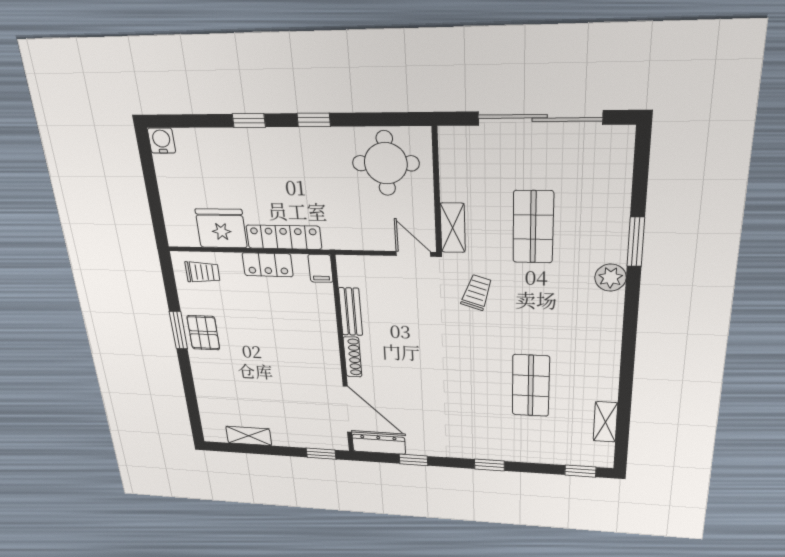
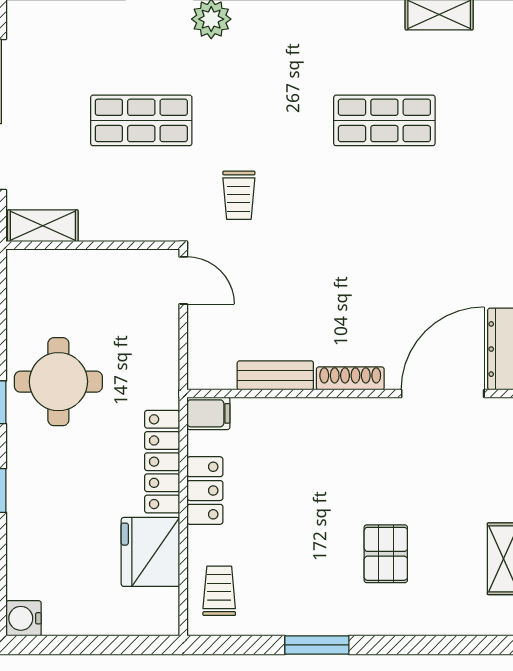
round table: (386, 163) -> (58, 382), moved
shelving: (453, 228) -> (43, 226), moved
door: (413, 254) -> (183, 280), swing flipped
trolley: (477, 292) -> (239, 195), turned -108
pallet: (203, 333) -> (386, 554), moved, turned 90

